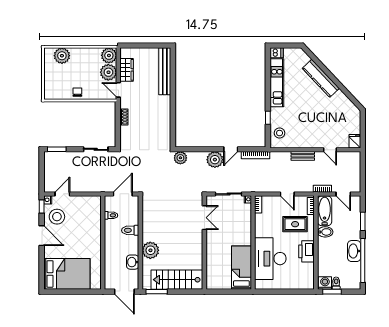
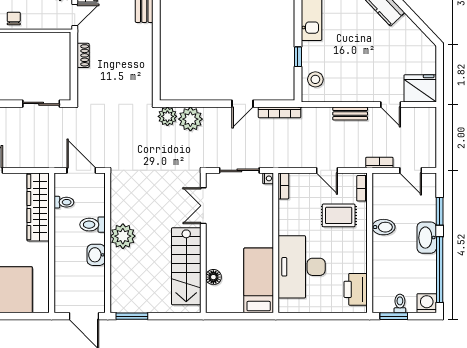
door: (118, 90) -> (75, 15), swing flipped
fridge: (355, 141) -> (420, 88), width x1.88, depth x1.34
plant: (215, 160) -> (190, 119), moved
door: (123, 194) -> (81, 170), hinge flipped
bathtub: (325, 211) -> (383, 196), removed
double door: (204, 218) -> (203, 206), swing flipped
wardrobe: (94, 219) -> (38, 207), added
plant: (150, 250) -> (123, 236), moved
printer: (307, 251) -> (356, 289), moved
washbasin: (354, 251) -> (427, 238), moved
washbasin: (133, 262) -> (96, 255), moved
floor lamp: (211, 265) -> (213, 277), added
stairs: (177, 280) -> (186, 266), moved, turned -90
washing machine: (325, 283) -> (427, 303), moved

